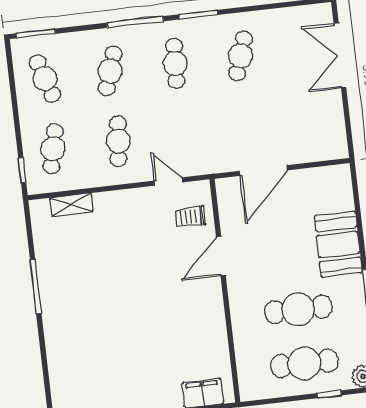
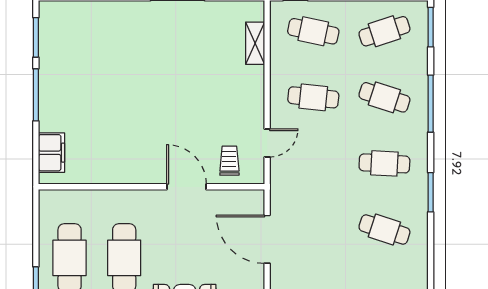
window: (135, 22) -> (431, 104), moved

